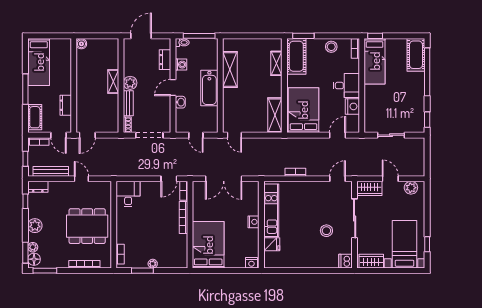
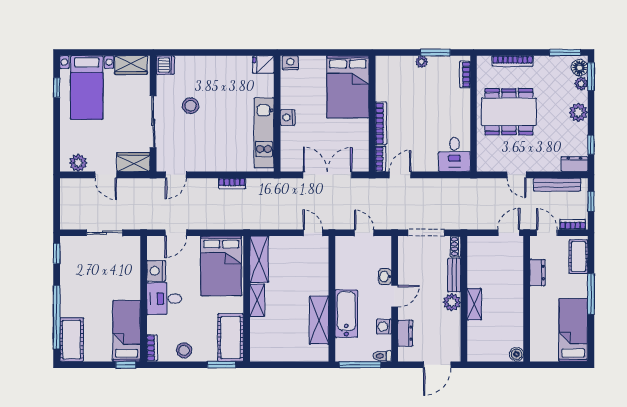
shelving: (276, 63) -> (257, 300), moved
bathtub: (209, 88) -> (346, 314), moved
fridge: (272, 244) -> (263, 65), moved

